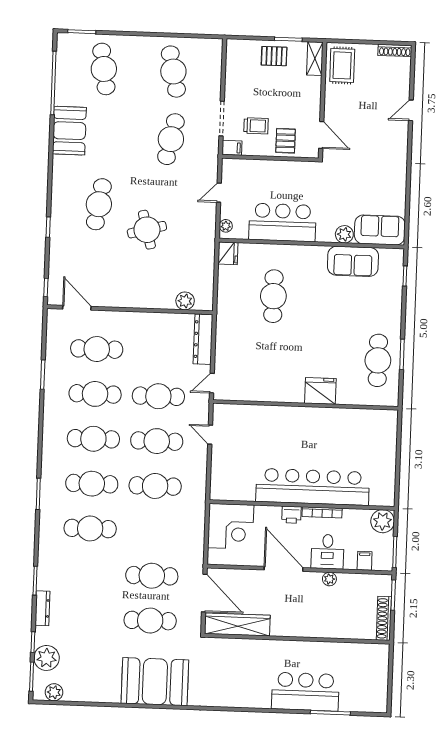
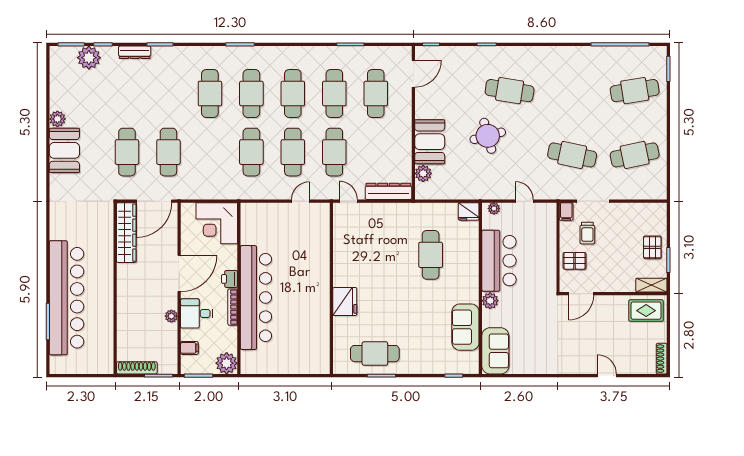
booth: (69, 131) -> (430, 142), moved, turned 90
plant: (344, 234) -> (490, 301), moved
cafe table: (273, 296) -> (431, 255), turned 90
booth: (155, 682) -> (64, 150), width x0.73, depth x0.70
plant: (54, 692) -> (57, 119), moved
bar counter: (305, 692) -> (67, 298), width x1.86

